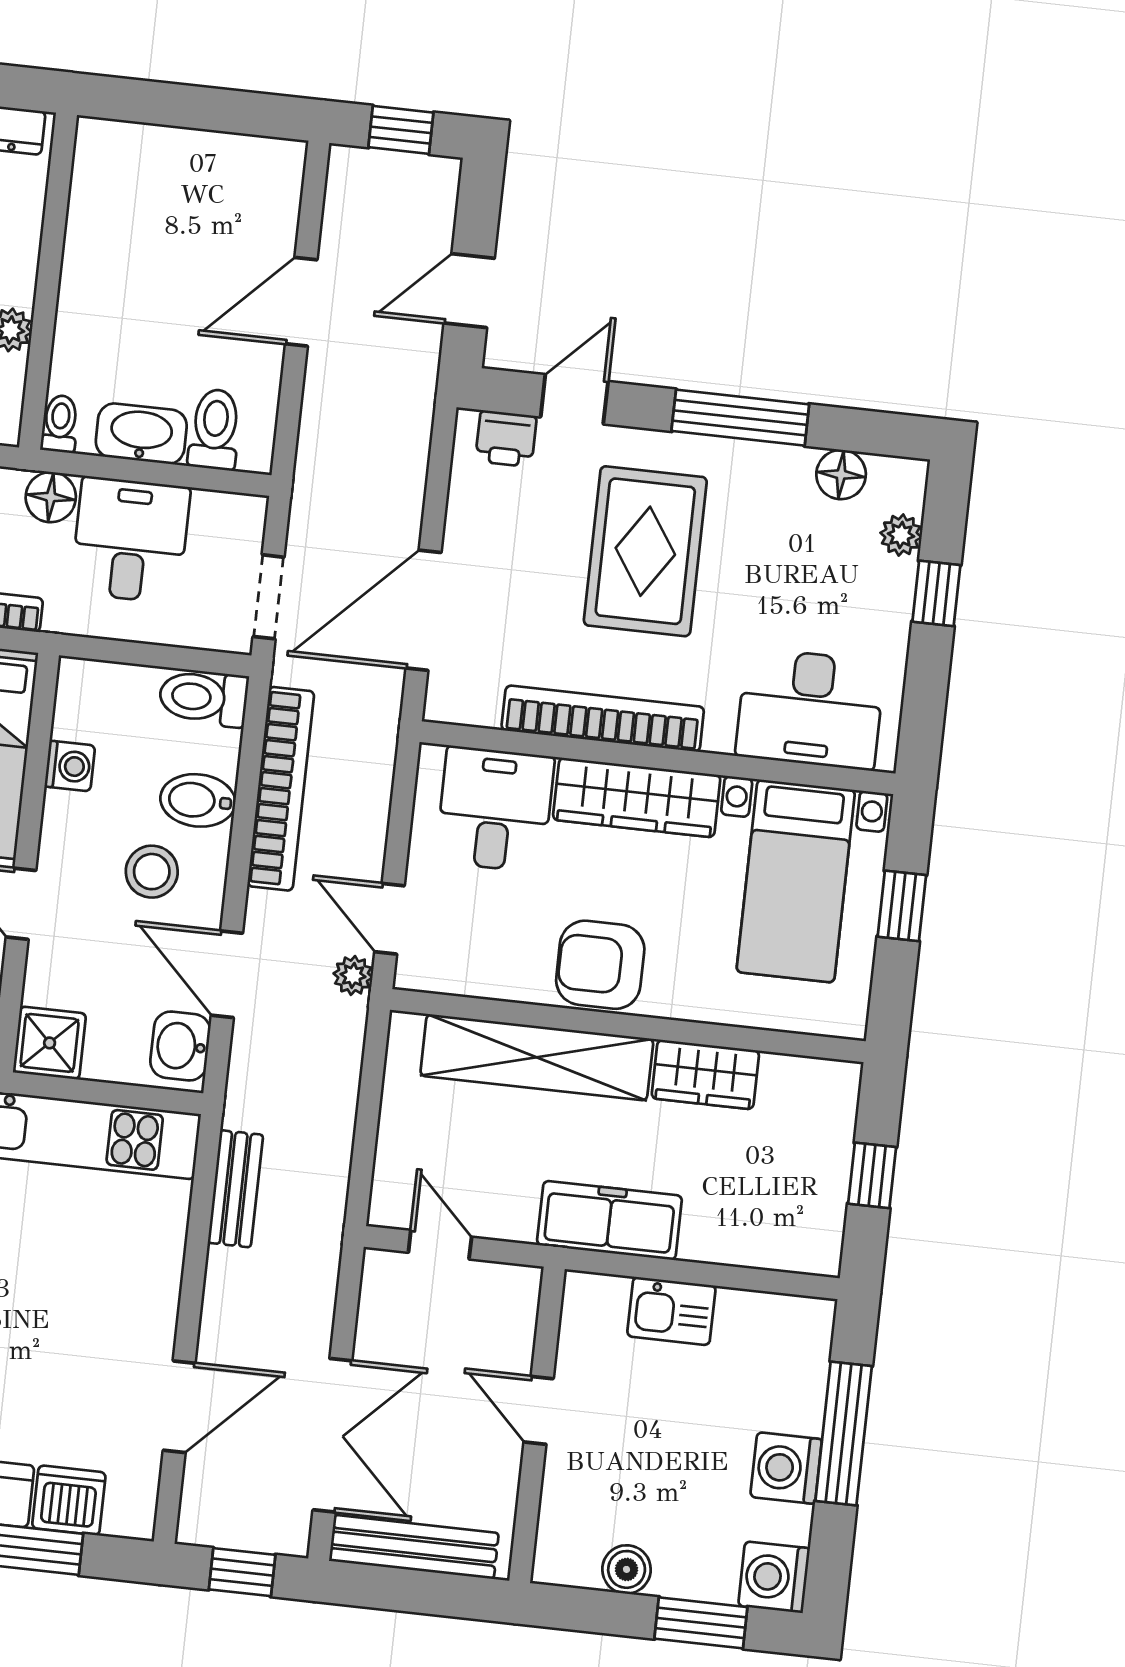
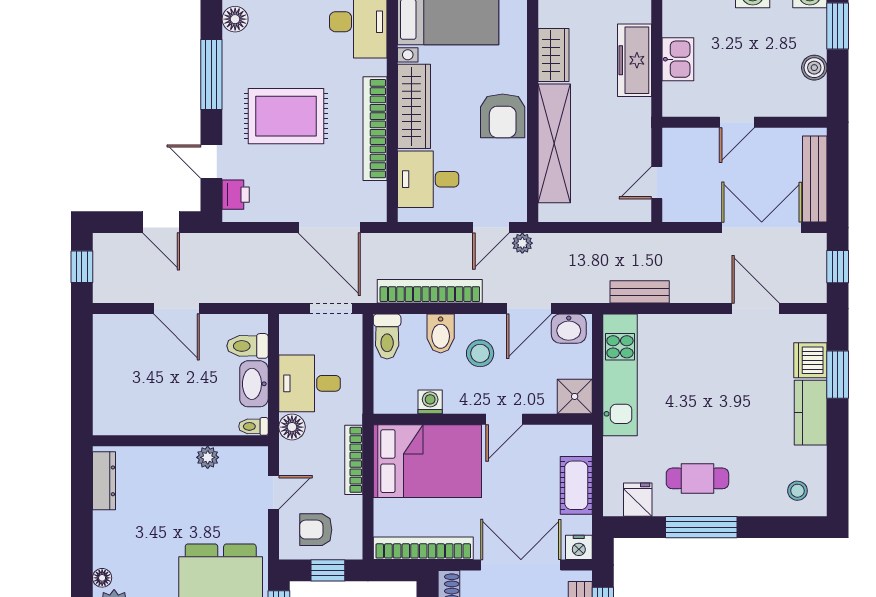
freezer: (609, 1220) -> (635, 60), moved

